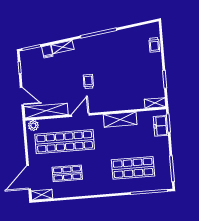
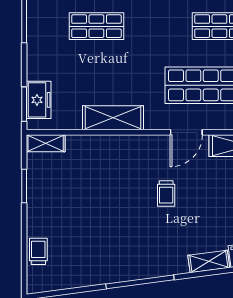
shop shelf: (133, 168) -> (96, 26), width x0.70, depth x0.74

